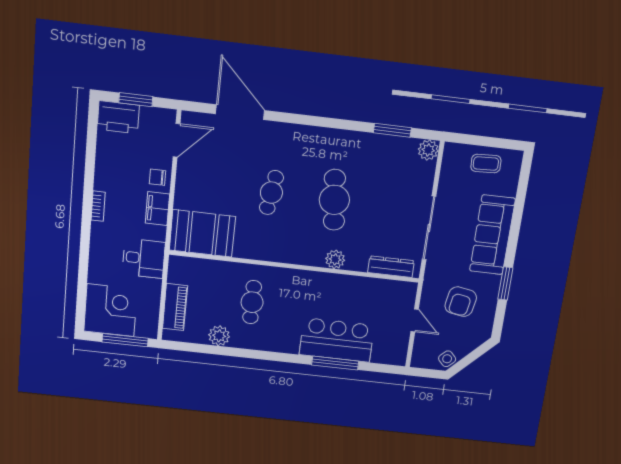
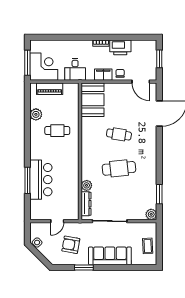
printer: (118, 117) -> (120, 47), moved, turned -90
plant: (335, 259) -> (87, 185), moved
corner desk: (110, 310) -> (44, 67), moved, turned -90

